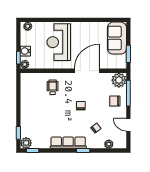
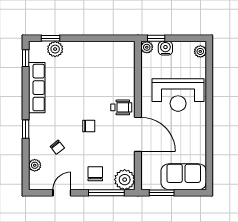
reception desk: (59, 42) -> (178, 95), turned 180
wheelchair: (53, 87) -> (121, 107), moved
plant: (26, 143) -> (55, 49), moved
row of seats: (68, 143) -> (37, 88), moved

